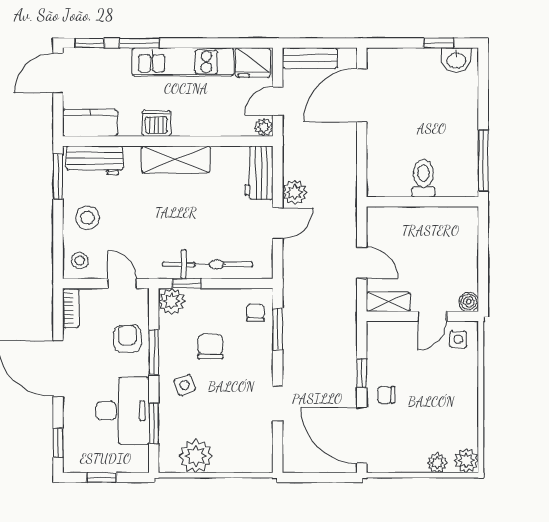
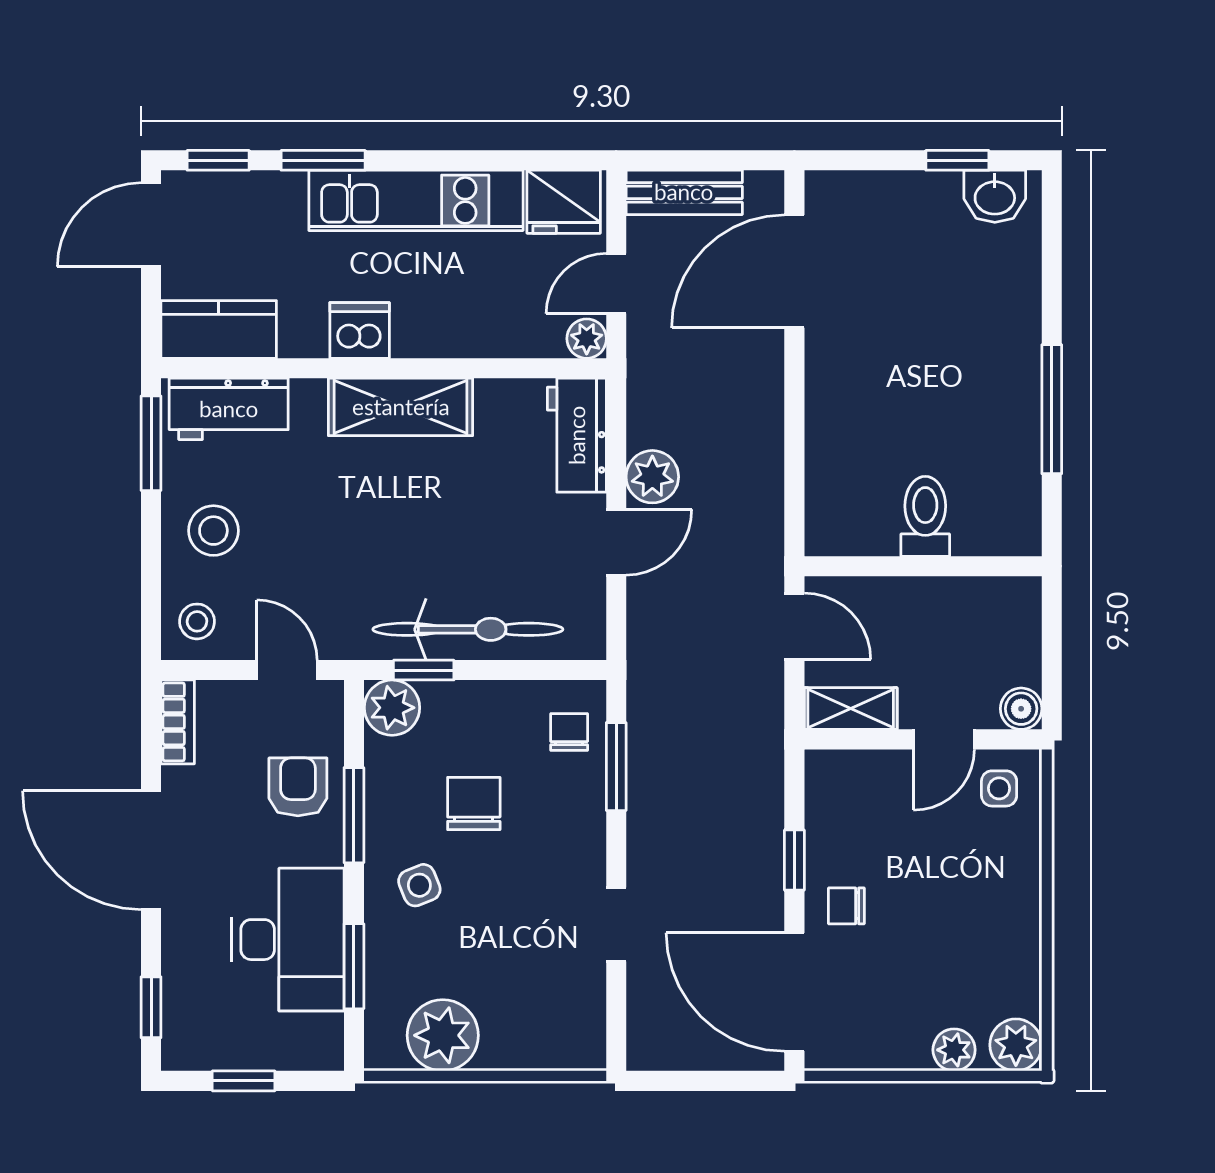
toilet: (423, 178) -> (925, 516), moved
wall: (422, 202) -> (923, 566), moved

